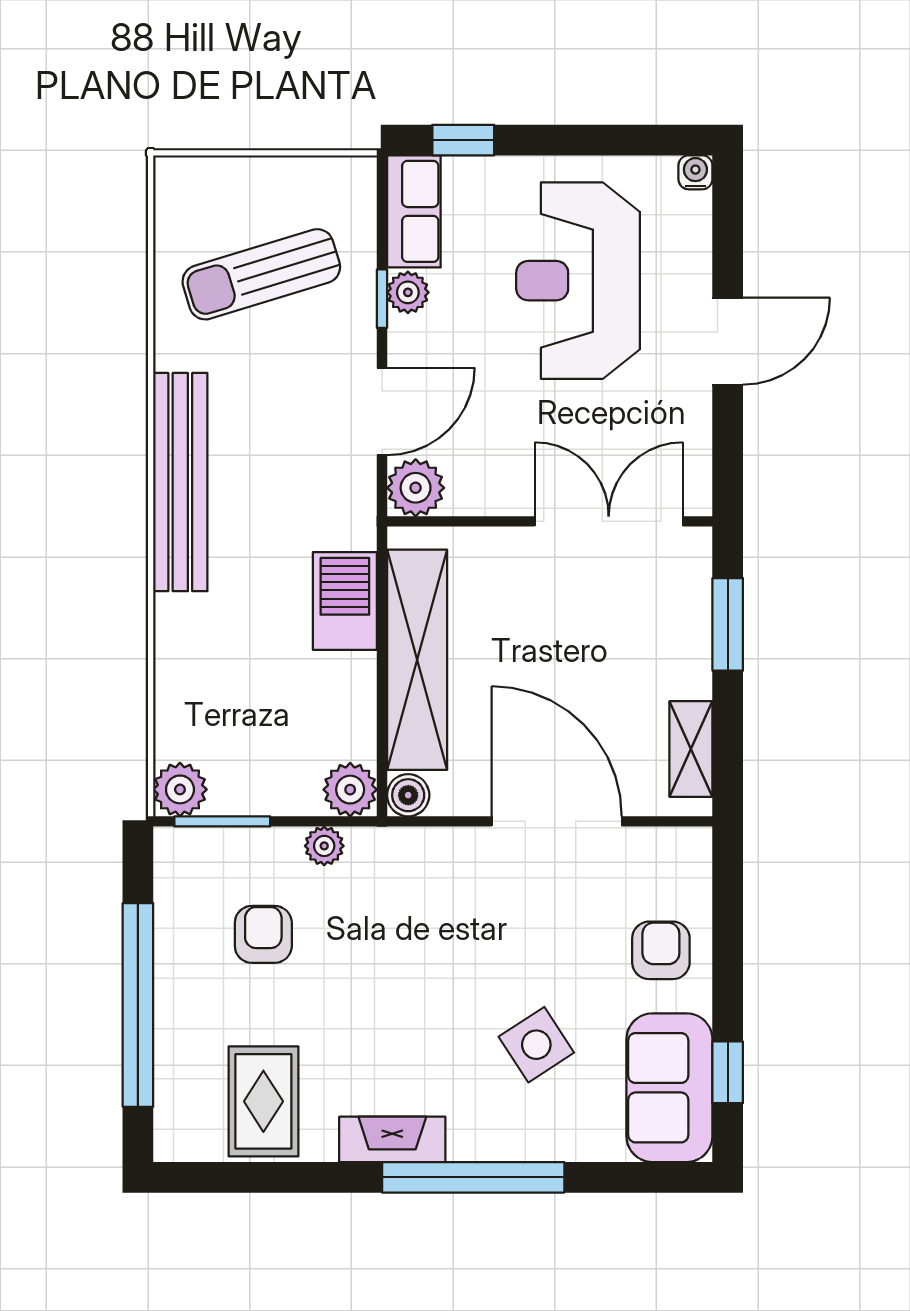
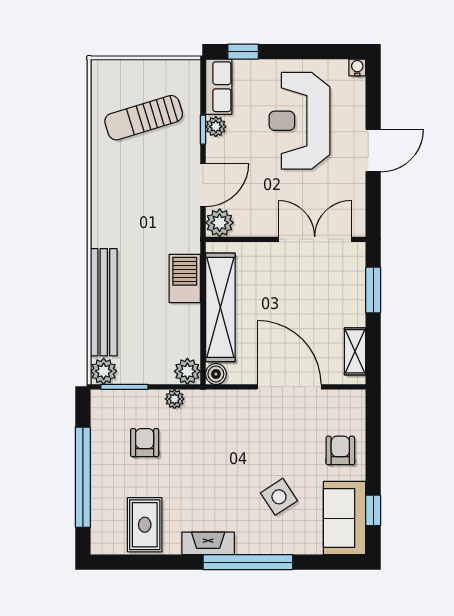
bench: (180, 482) -> (104, 302), moved

